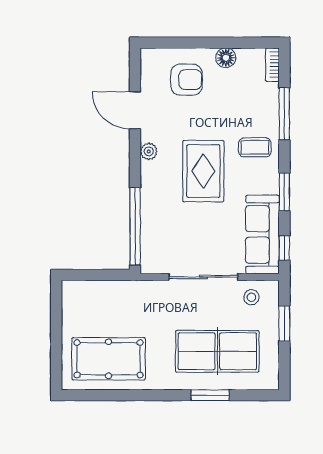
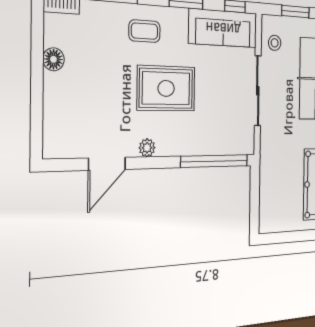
armchair: (186, 80) -> (76, 105), removed
coffee table: (255, 147) -> (144, 31), turned 90

